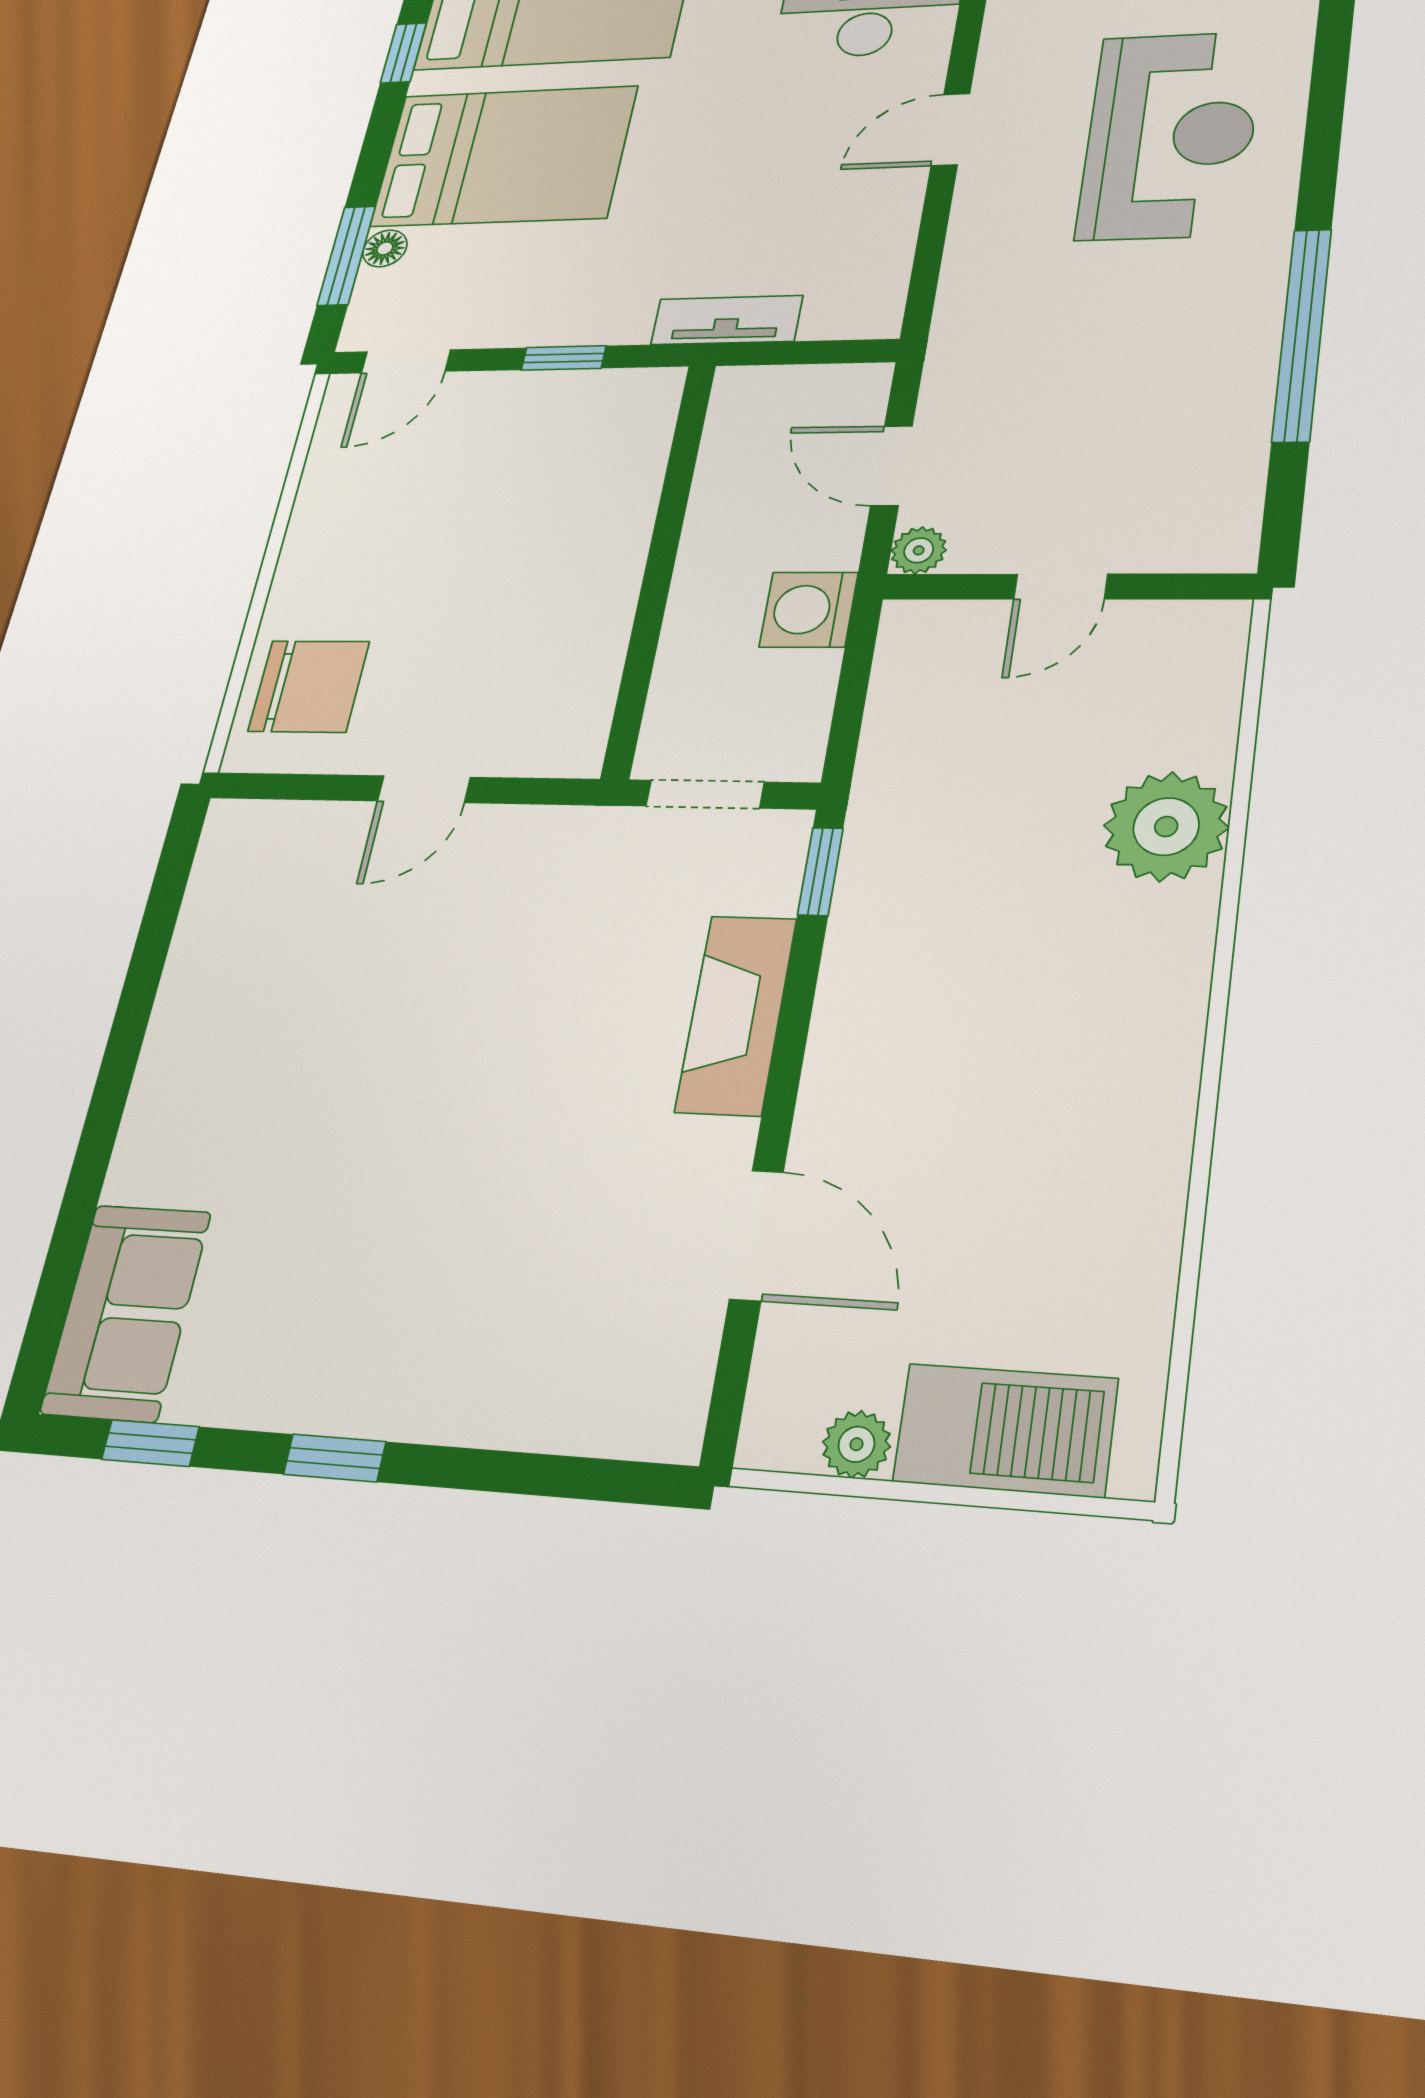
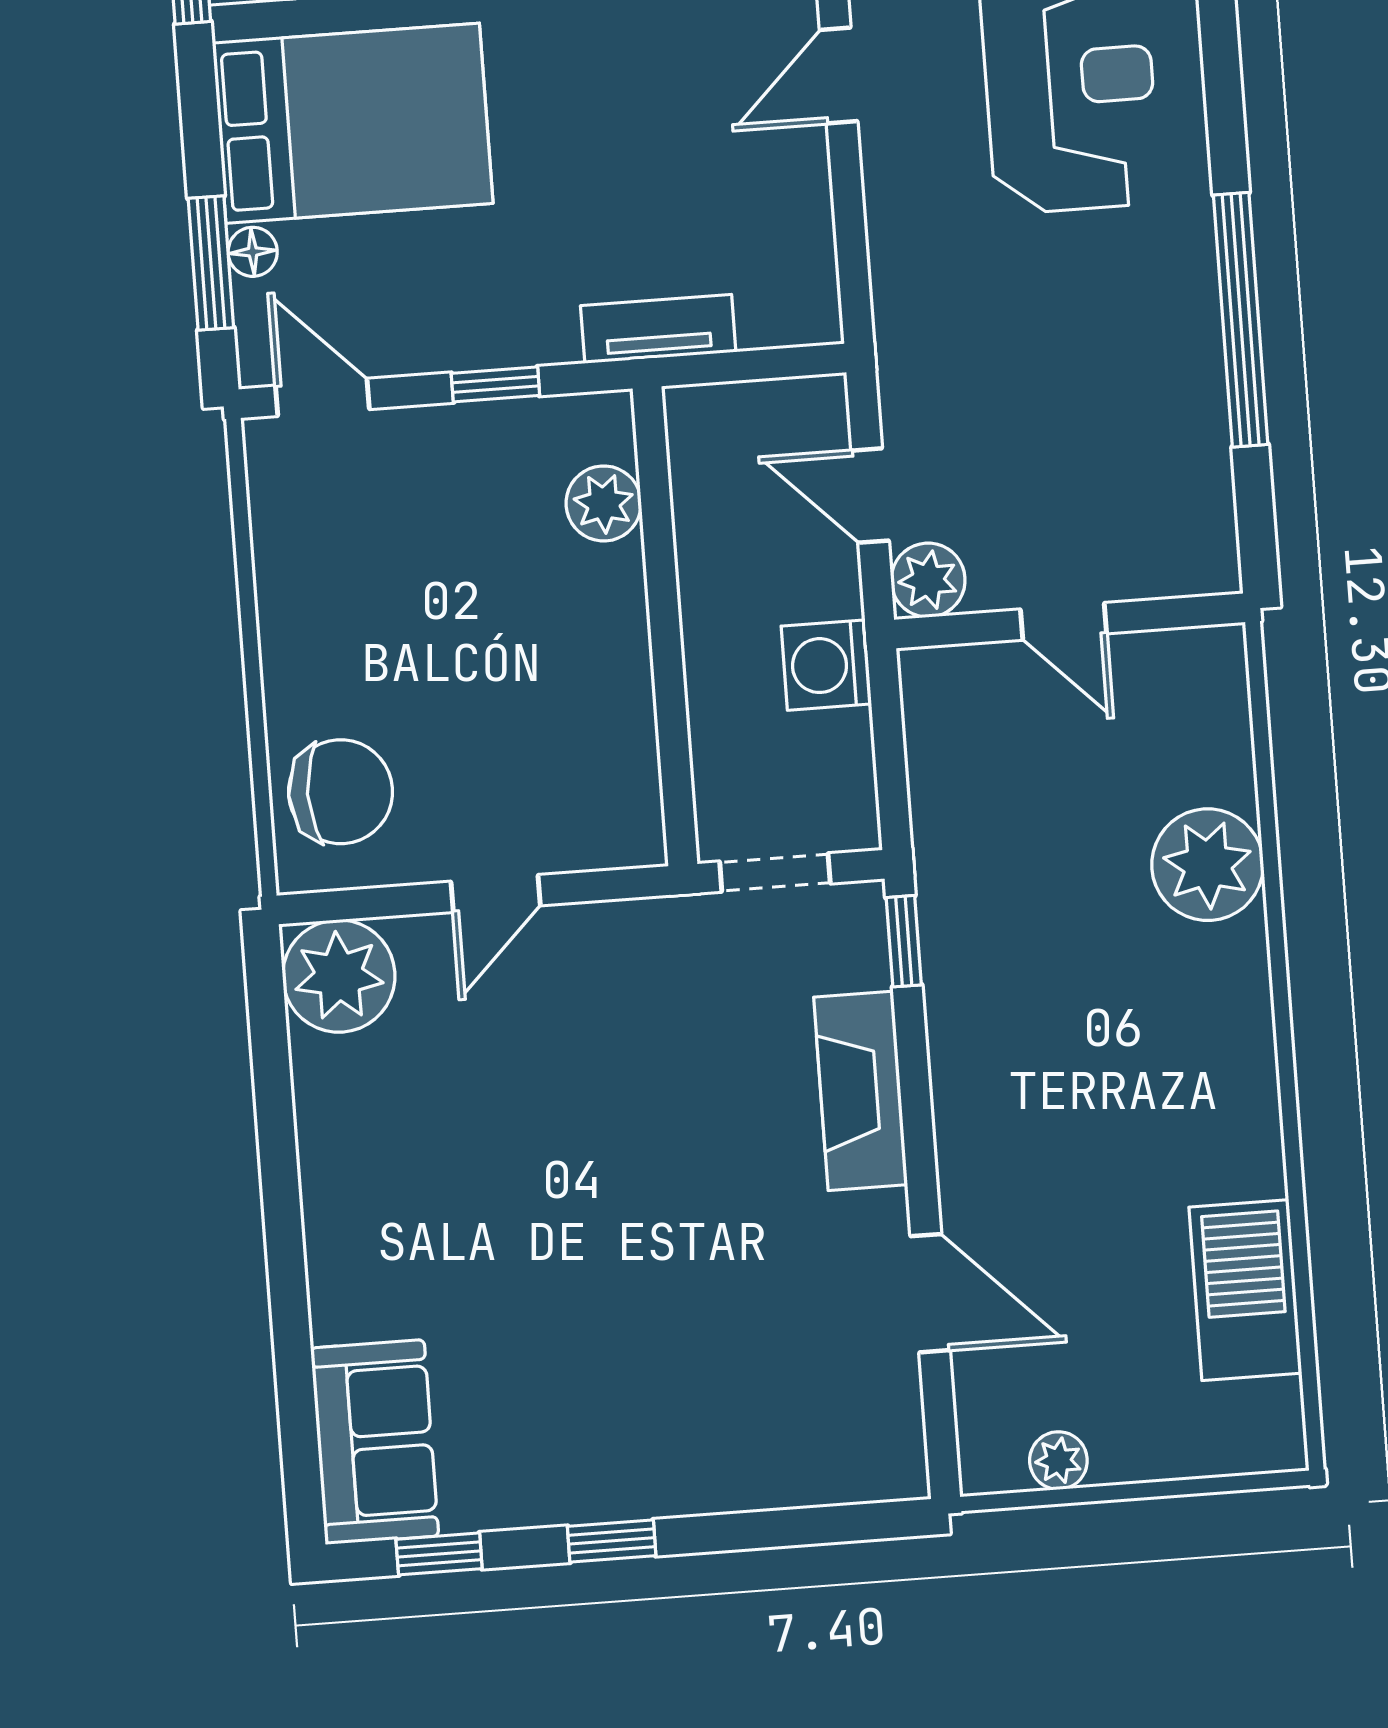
door: (406, 361) -> (322, 397), swing flipped
plant: (633, 459) -> (604, 503), added
plant: (919, 550) -> (928, 580), width x1.38, depth x1.38
door: (1061, 587) -> (1063, 621), hinge flipped
plant: (250, 850) -> (339, 976), added
barbecue: (1005, 1430) -> (1245, 1290), moved, turned -90

